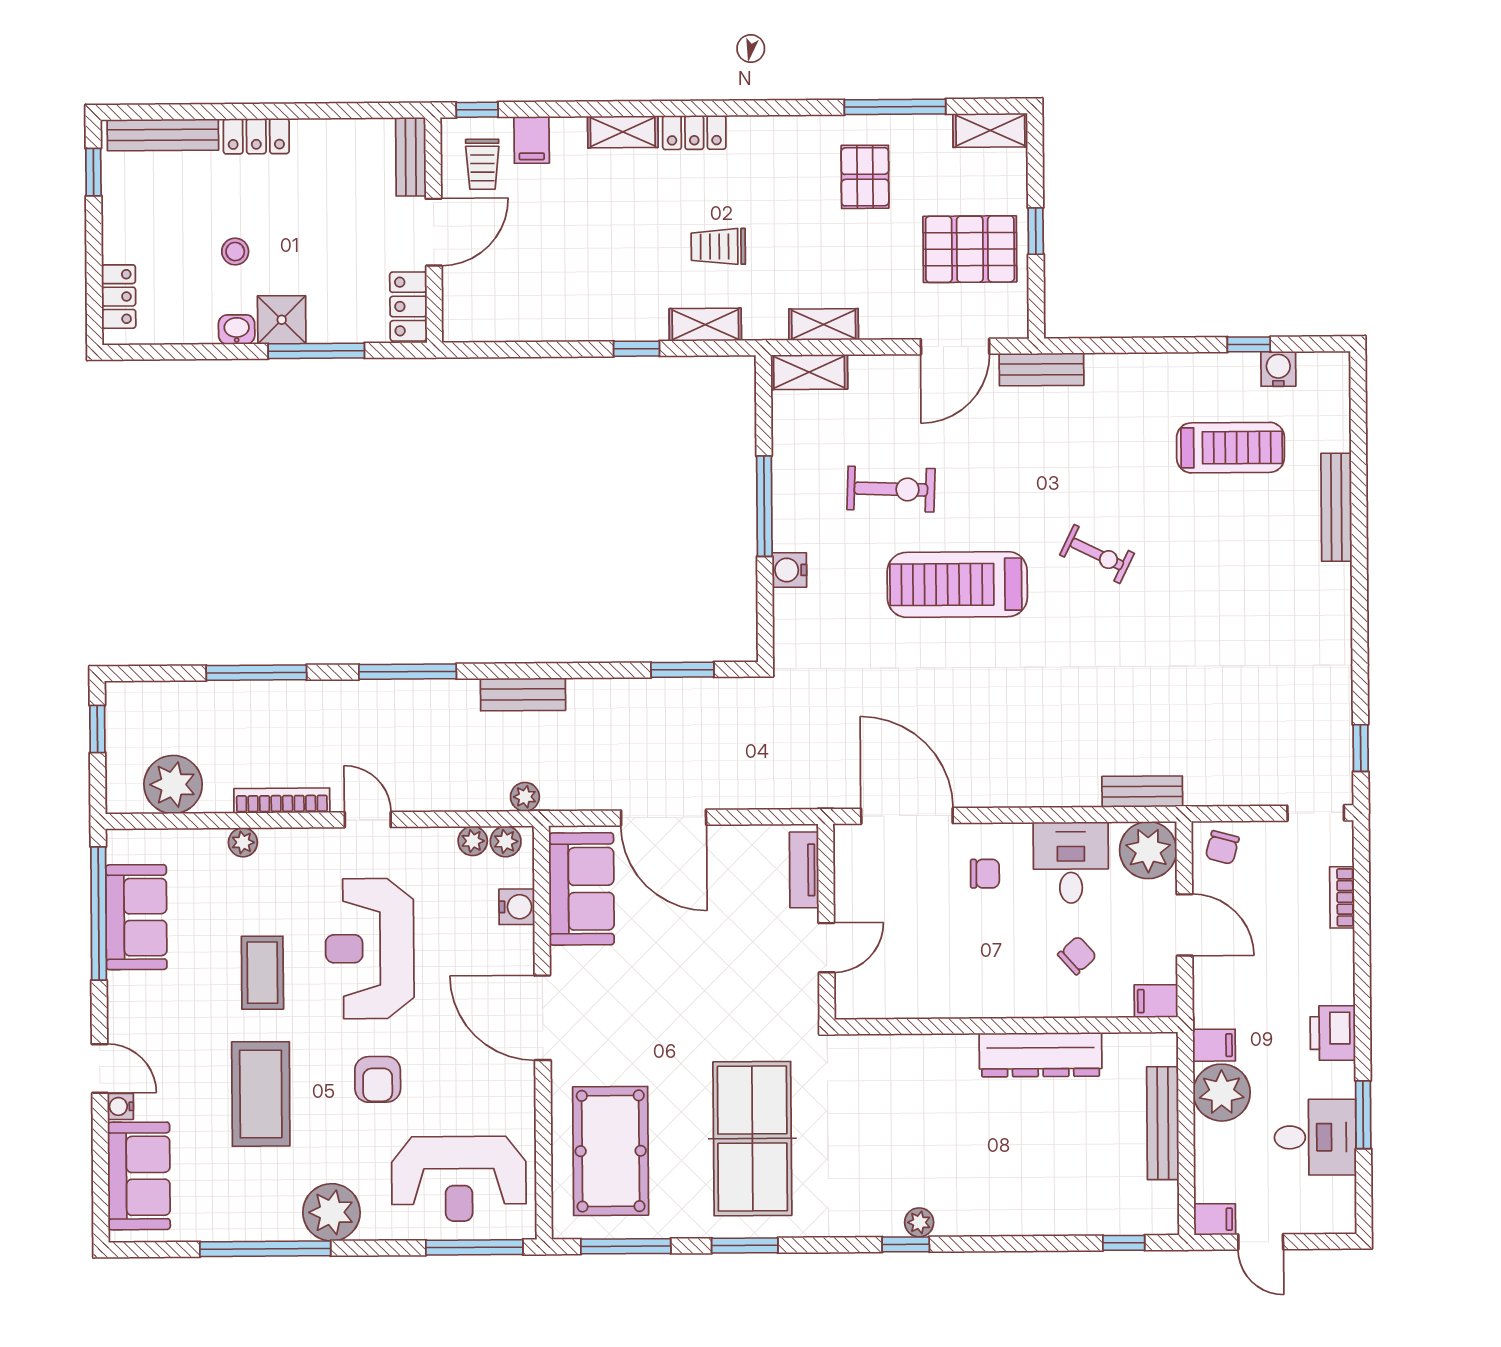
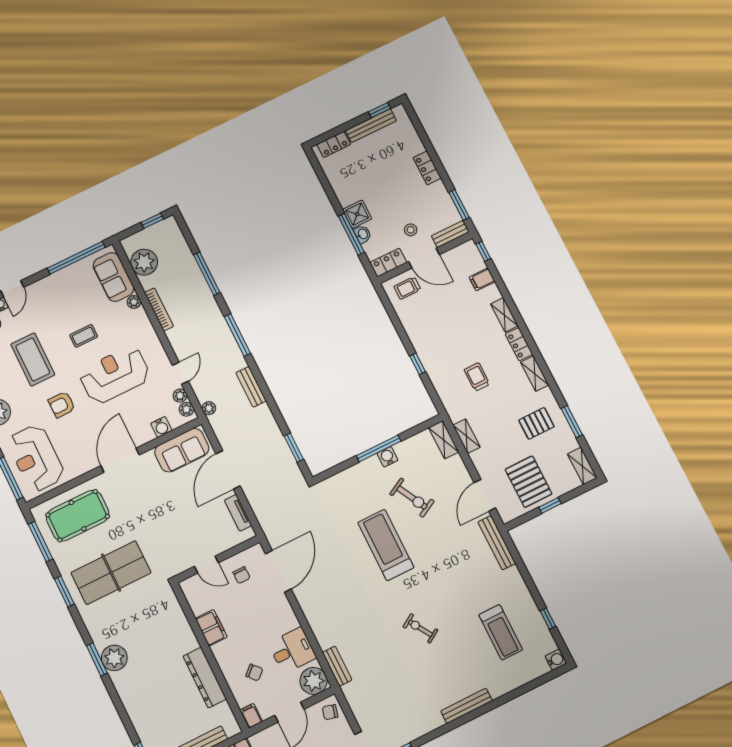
window: (895, 107) -> (572, 422), width x0.69
window: (361, 111) -> (459, 205), added
bench: (163, 135) -> (371, 126), moved, turned 90
trolley: (482, 164) -> (407, 288), moved
stool: (235, 252) -> (411, 230), moved
shelving: (705, 325) -> (535, 374), moved
washbasin: (237, 329) -> (363, 234), moved
door: (955, 346) -> (485, 495), hinge flipped
bench: (1041, 369) -> (497, 543), width x1.36
water cooler: (1278, 369) -> (556, 660), moved
exercise bike: (891, 489) -> (412, 498), turned -30
bench: (1336, 507) -> (467, 706), moved
exercise bike: (1097, 554) -> (420, 628), moved, turned 122
water cooler: (789, 570) -> (387, 457), moved
door: (368, 820) -> (180, 373), moved
tv unit: (804, 870) -> (238, 513), moved, turned -90
chair: (985, 874) -> (242, 575), moved
sofa: (136, 917) -> (113, 277), moved, turned 90
coffee table: (262, 973) -> (84, 336), width x0.73, depth x0.77
filing cabinet: (952, 997) -> (211, 628), added
coffee table: (261, 1094) -> (33, 359), turned 90
plant: (919, 1222) -> (114, 658), width x1.88, depth x1.88
window: (906, 1244) -> (97, 659), width x1.50

